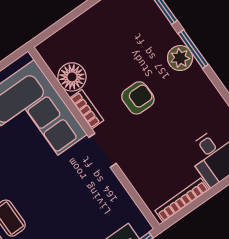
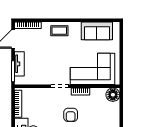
floor lamp: (72, 77) -> (113, 95), moved

